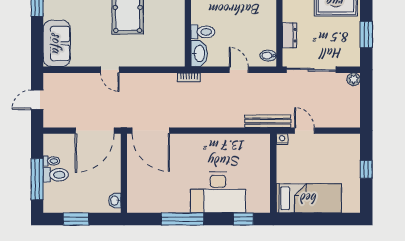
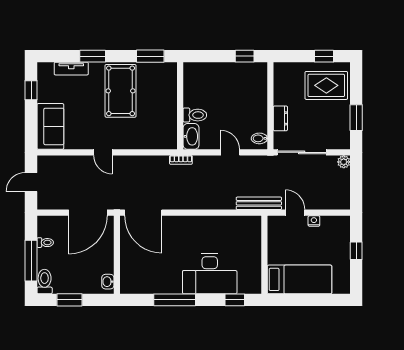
nightstand: (282, 139) -> (314, 221), moved
toilet: (56, 175) -> (45, 282), moved, turned -90

